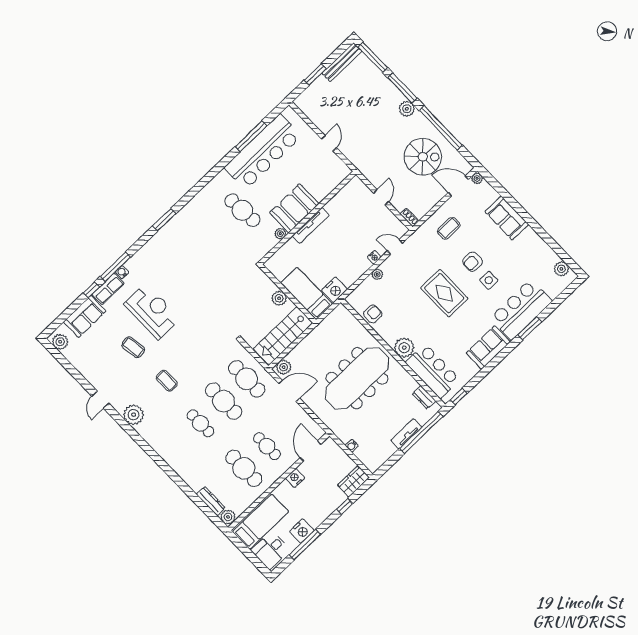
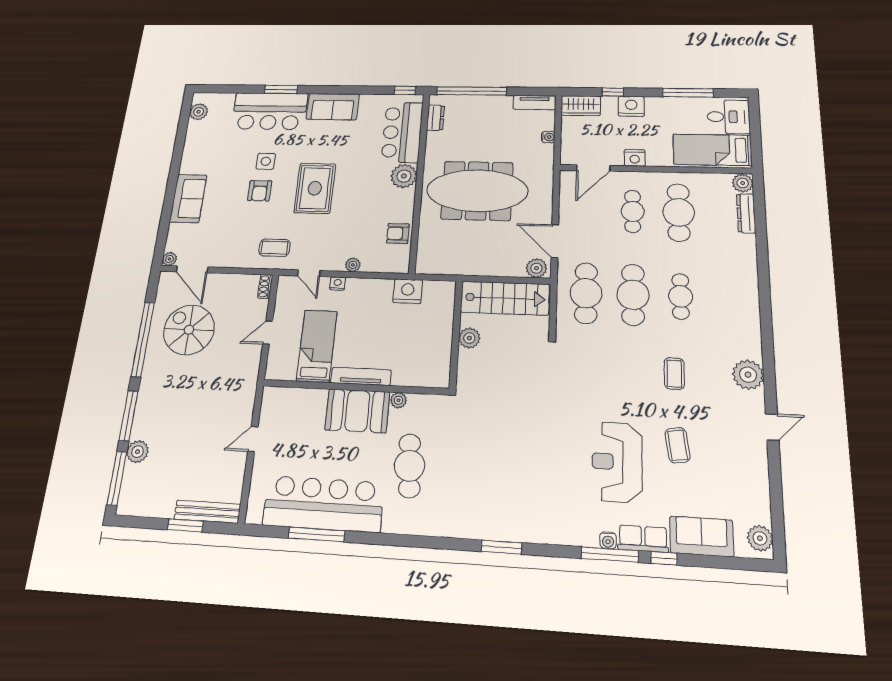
bench: (342, 62) -> (207, 512), moved
plant: (407, 109) -> (138, 452), moved
coffee table: (449, 228) -> (275, 248), moved
armchair: (473, 262) -> (260, 191), turned 90
bed: (307, 293) -> (317, 346), moved, turned 180
tv unit: (406, 434) -> (535, 102), moved
nightstand: (302, 531) -> (631, 106), moved

